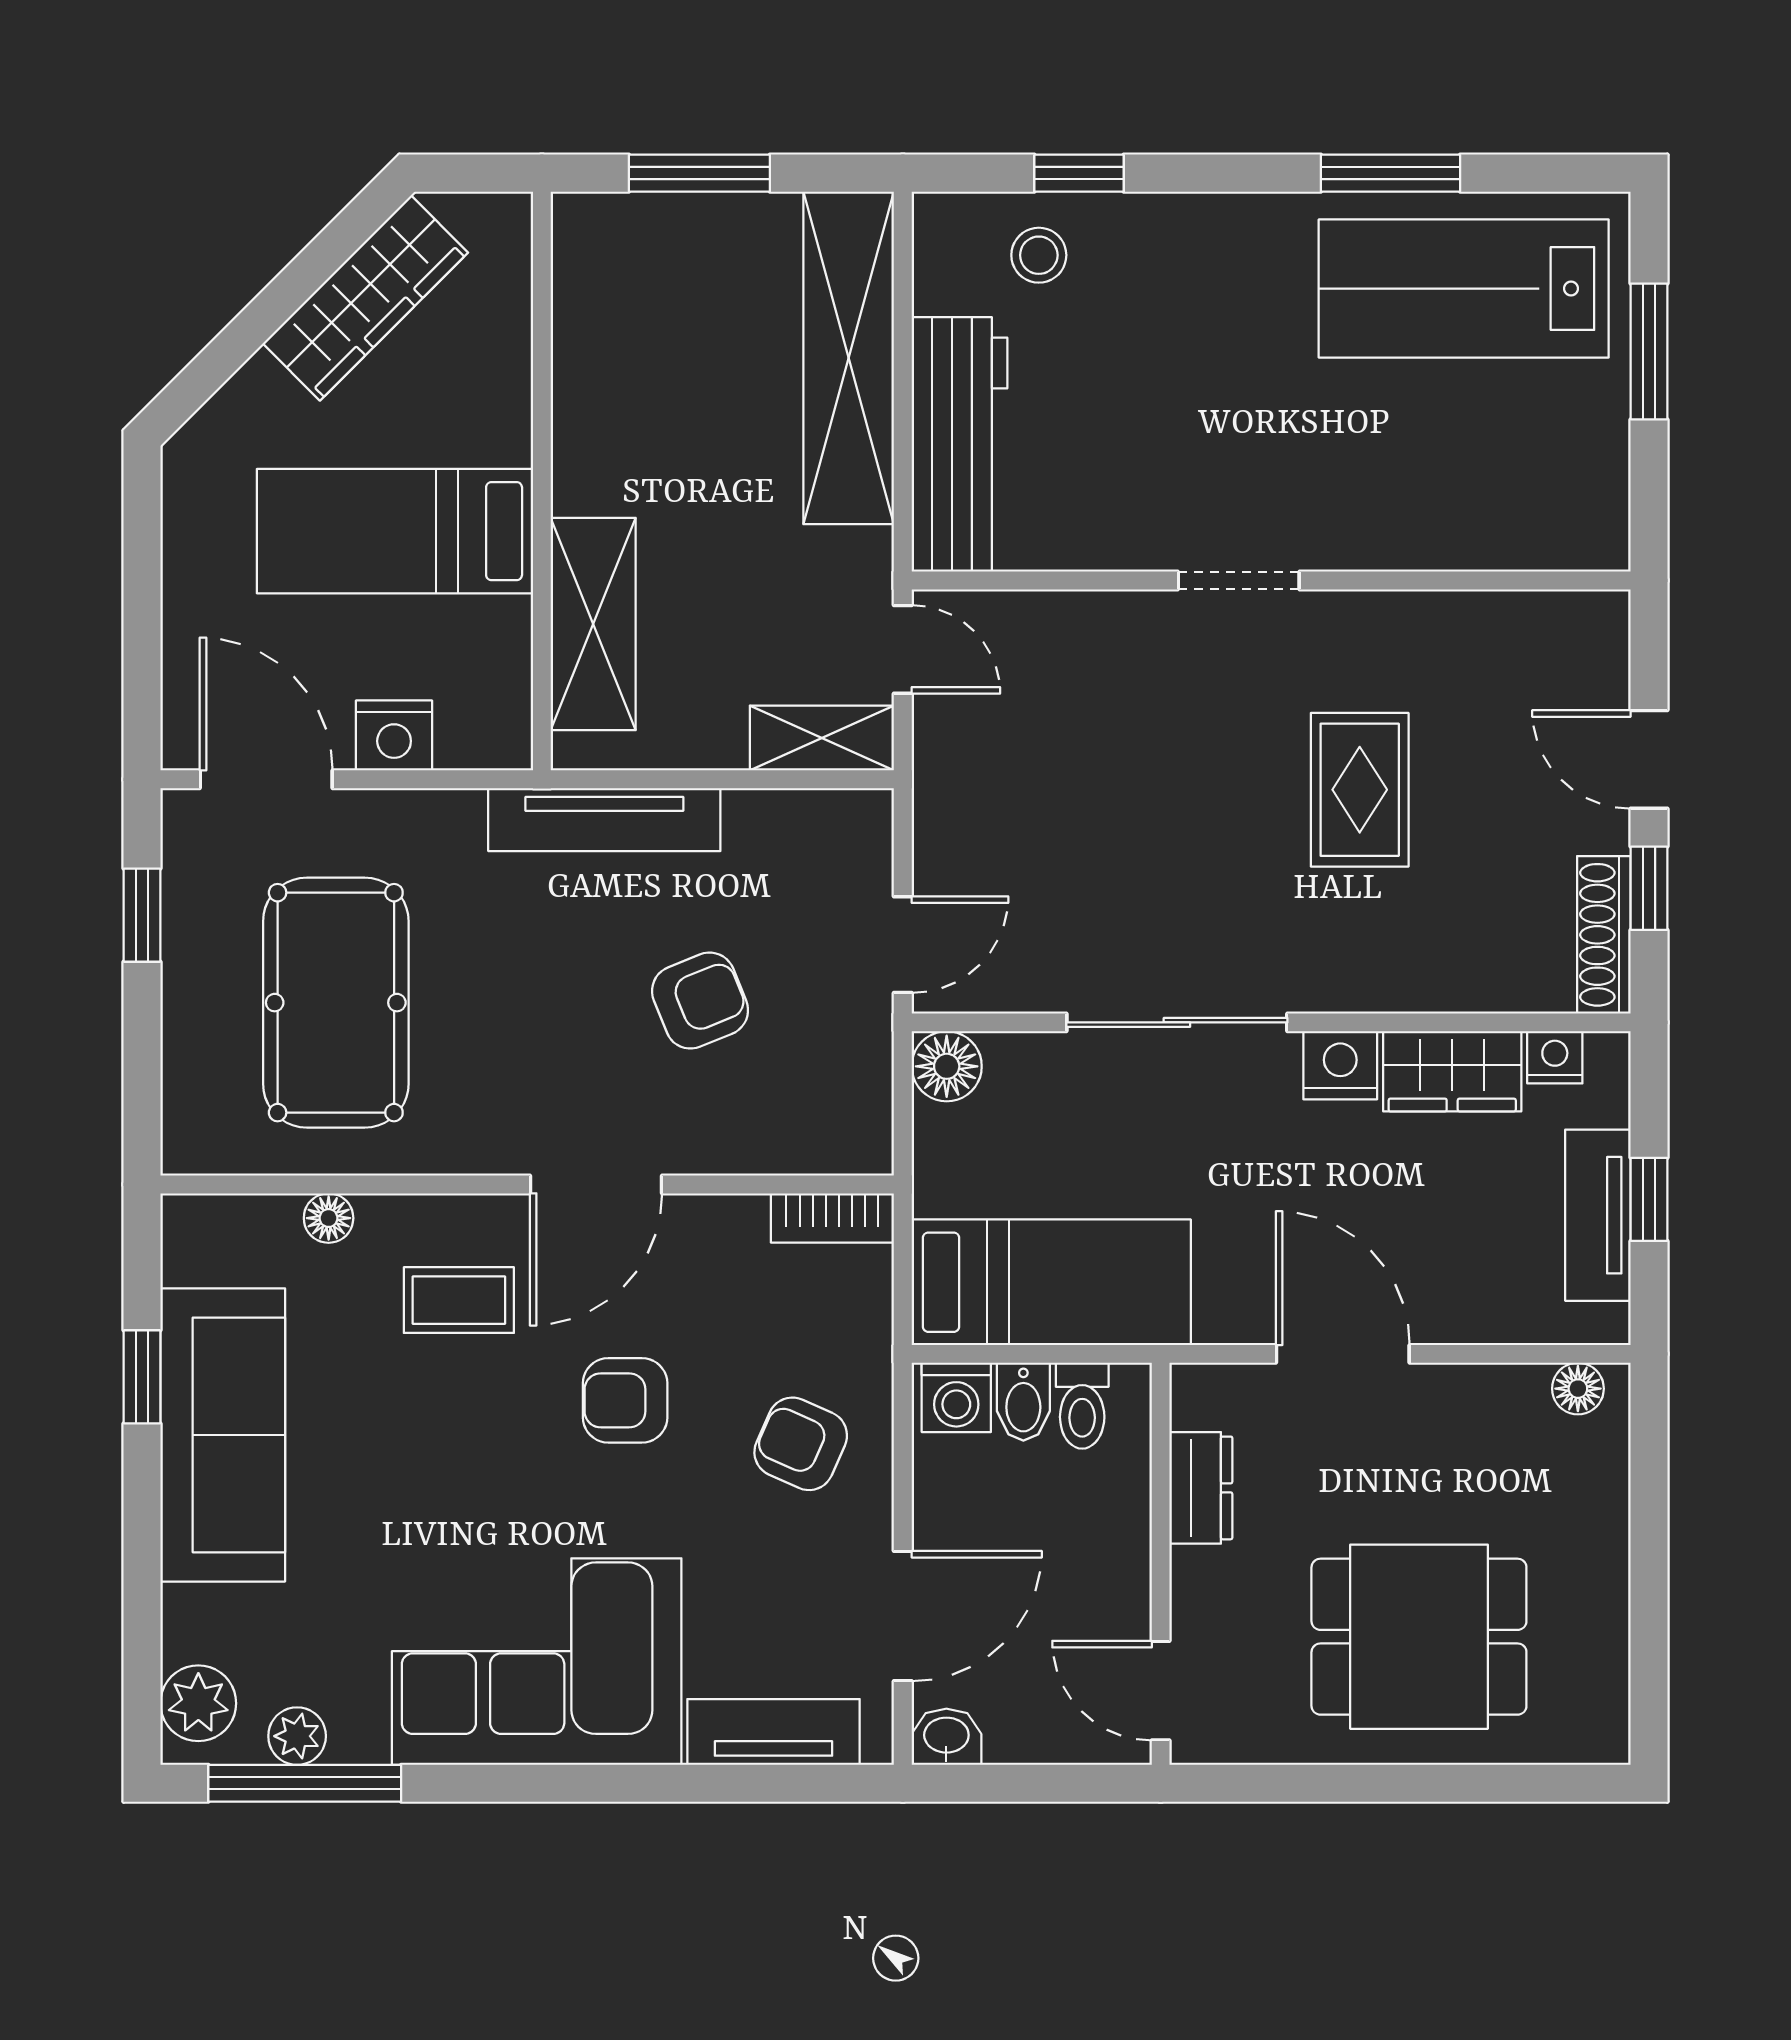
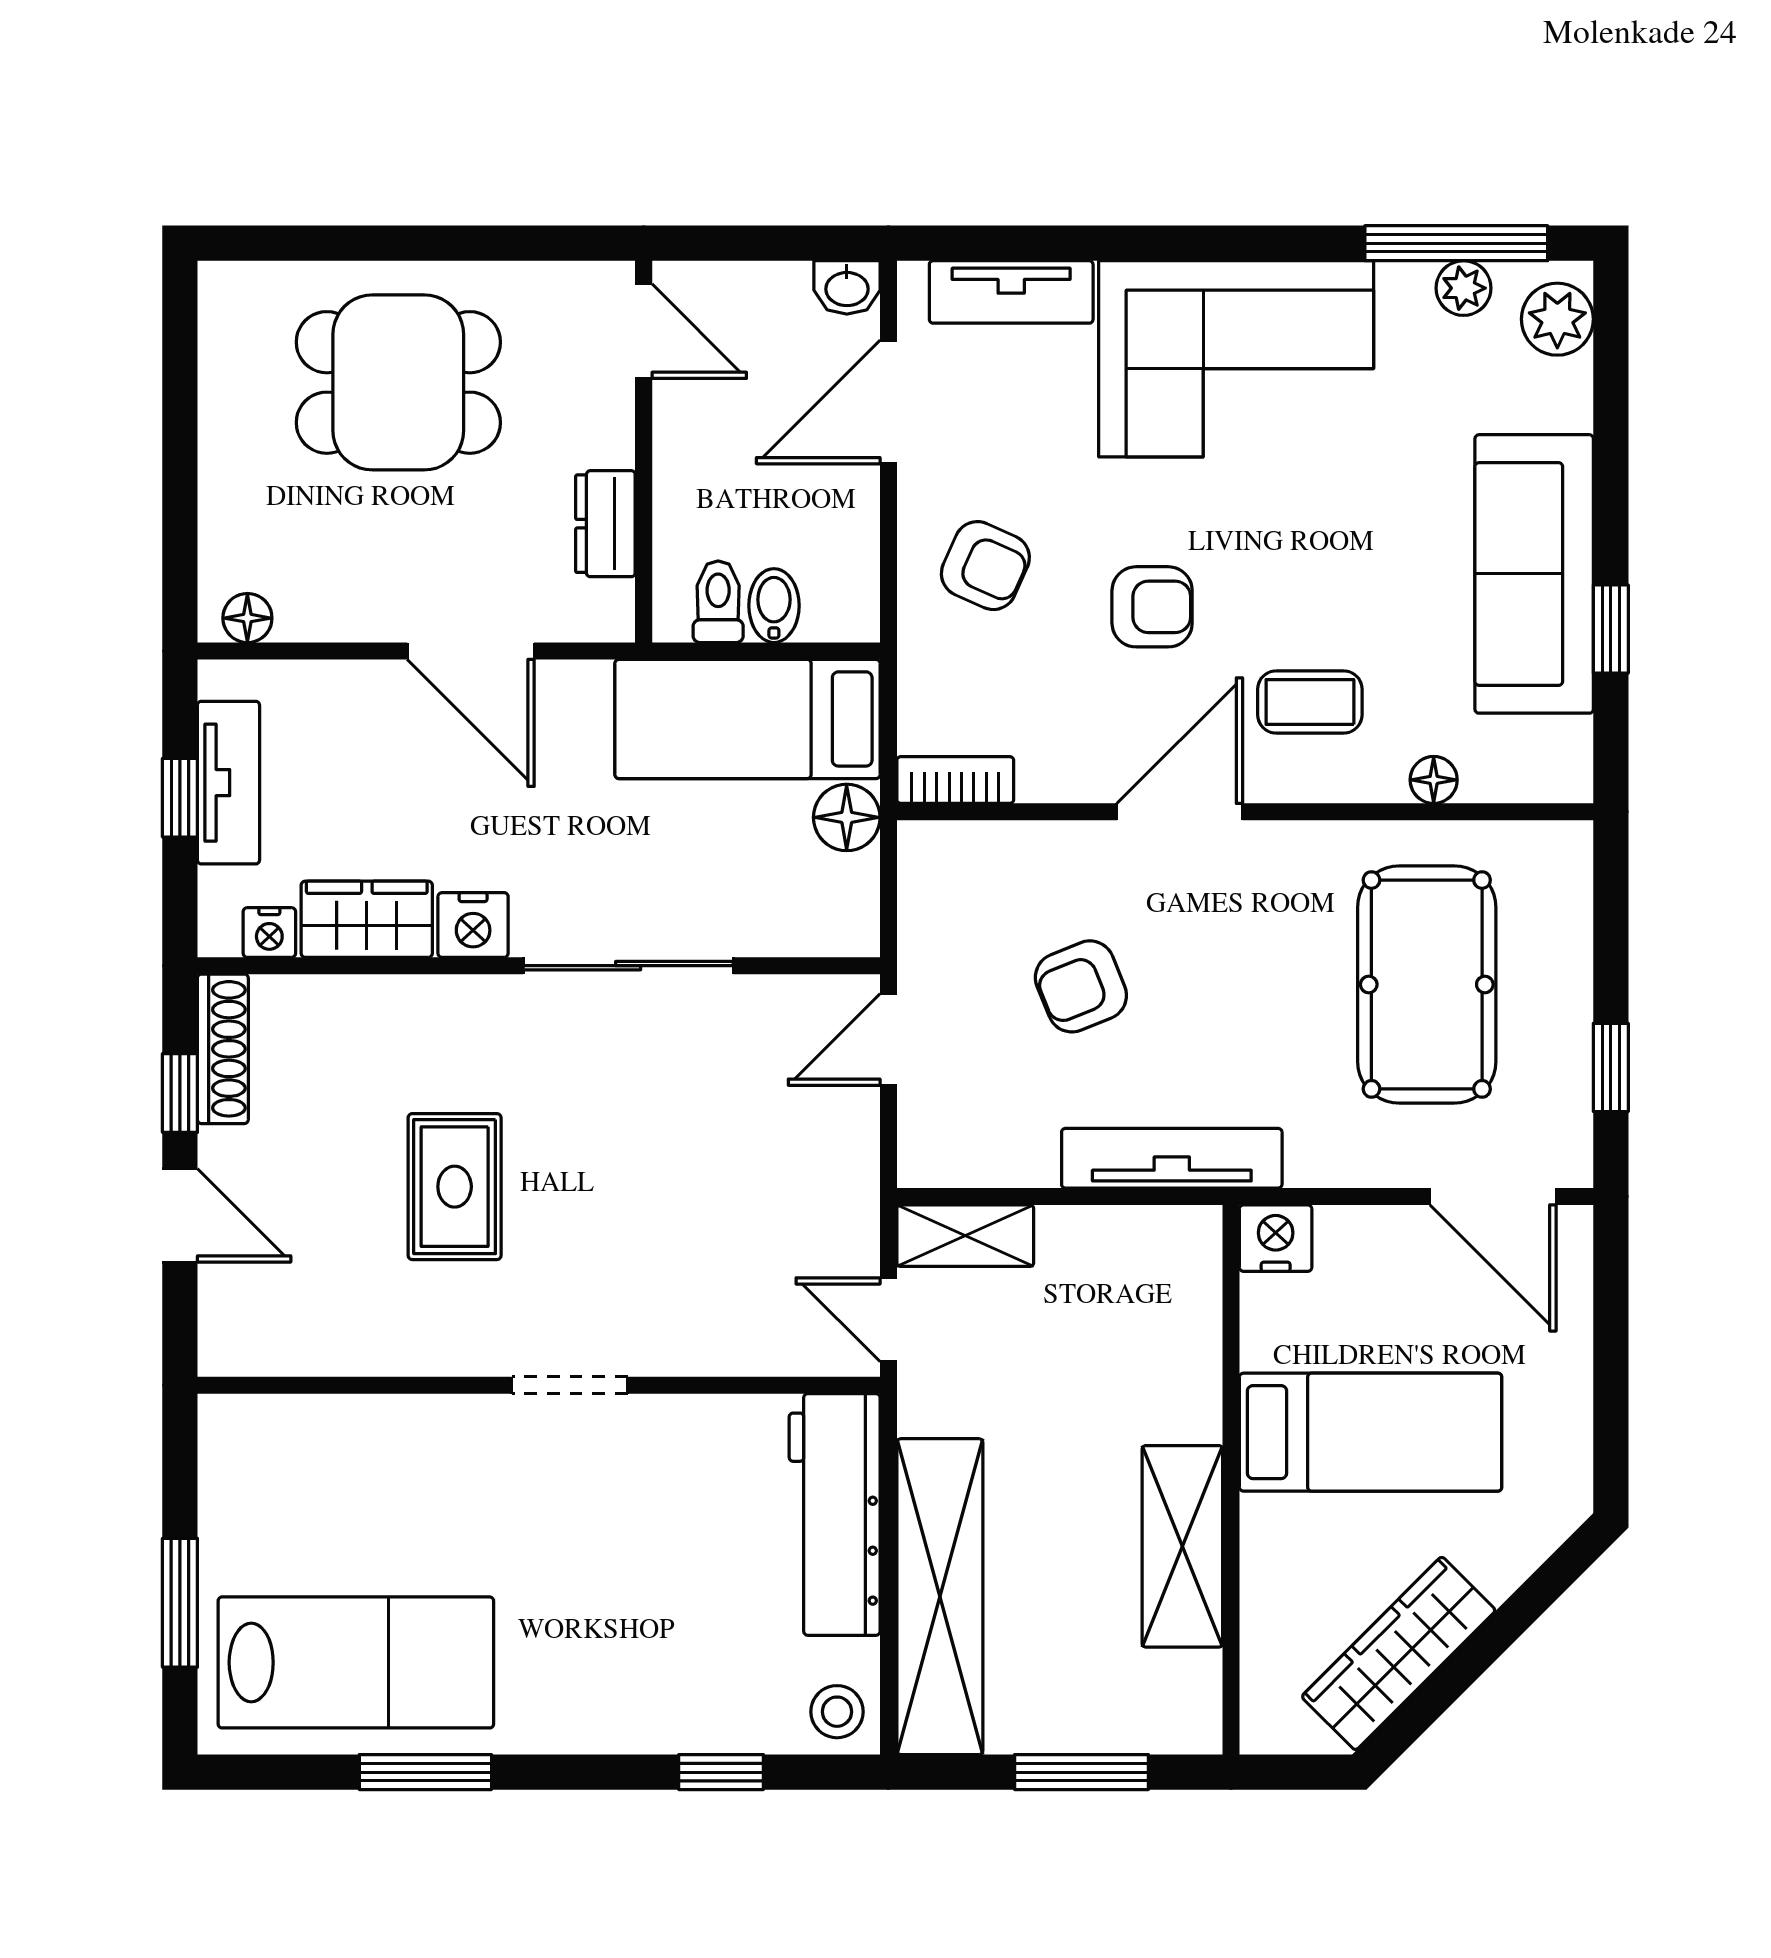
stool: (1039, 255) -> (837, 1712), moved
shelving: (593, 624) -> (1182, 1546), moved
nightstand: (394, 735) -> (1276, 1238), moved
floor lamp: (947, 1066) -> (847, 817), moved
washing machine: (956, 1397) -> (838, 610), removed

